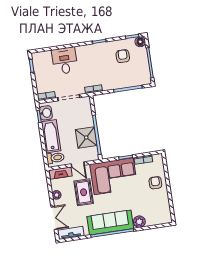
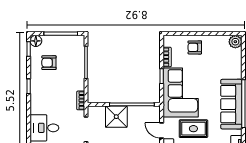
shower: (86, 137) -> (116, 117), moved
door: (78, 164) -> (162, 130), swing flipped
plant: (139, 222) -> (235, 42), moved

